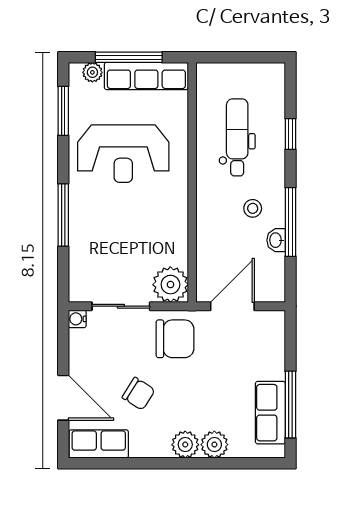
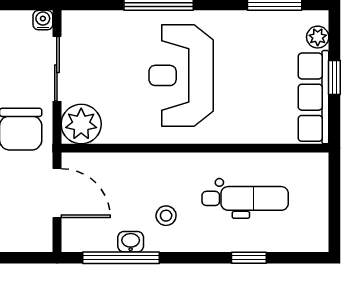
window: (129, 57) -> (334, 78), width x0.46
reception desk: (123, 154) -> (181, 75), moved
window: (290, 222) -> (121, 258), moved

